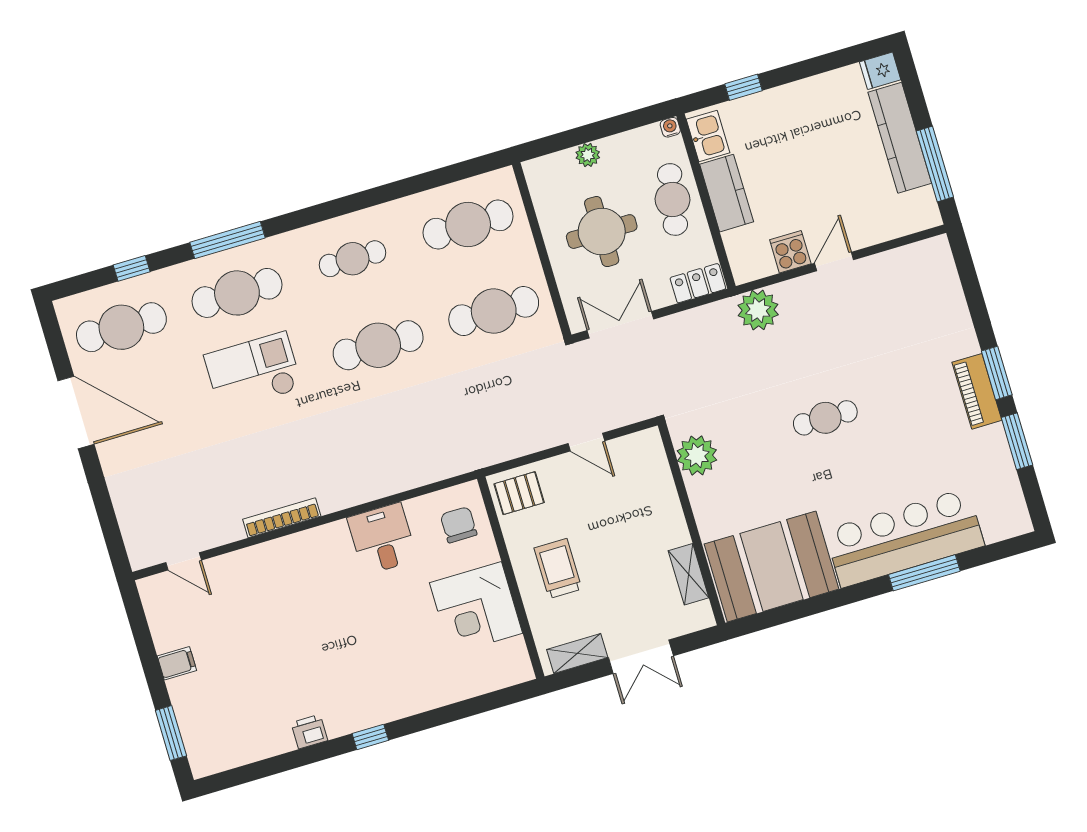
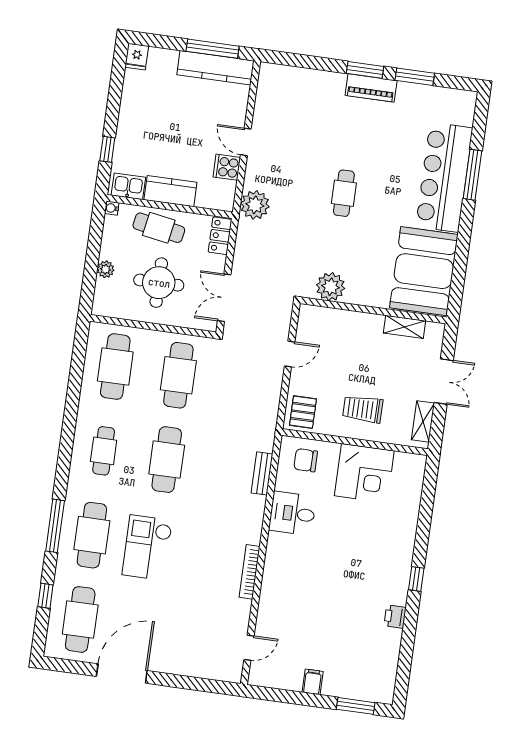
kitchen counter: (900, 138) -> (215, 68), moved
bench: (416, 476) -> (262, 473), added

